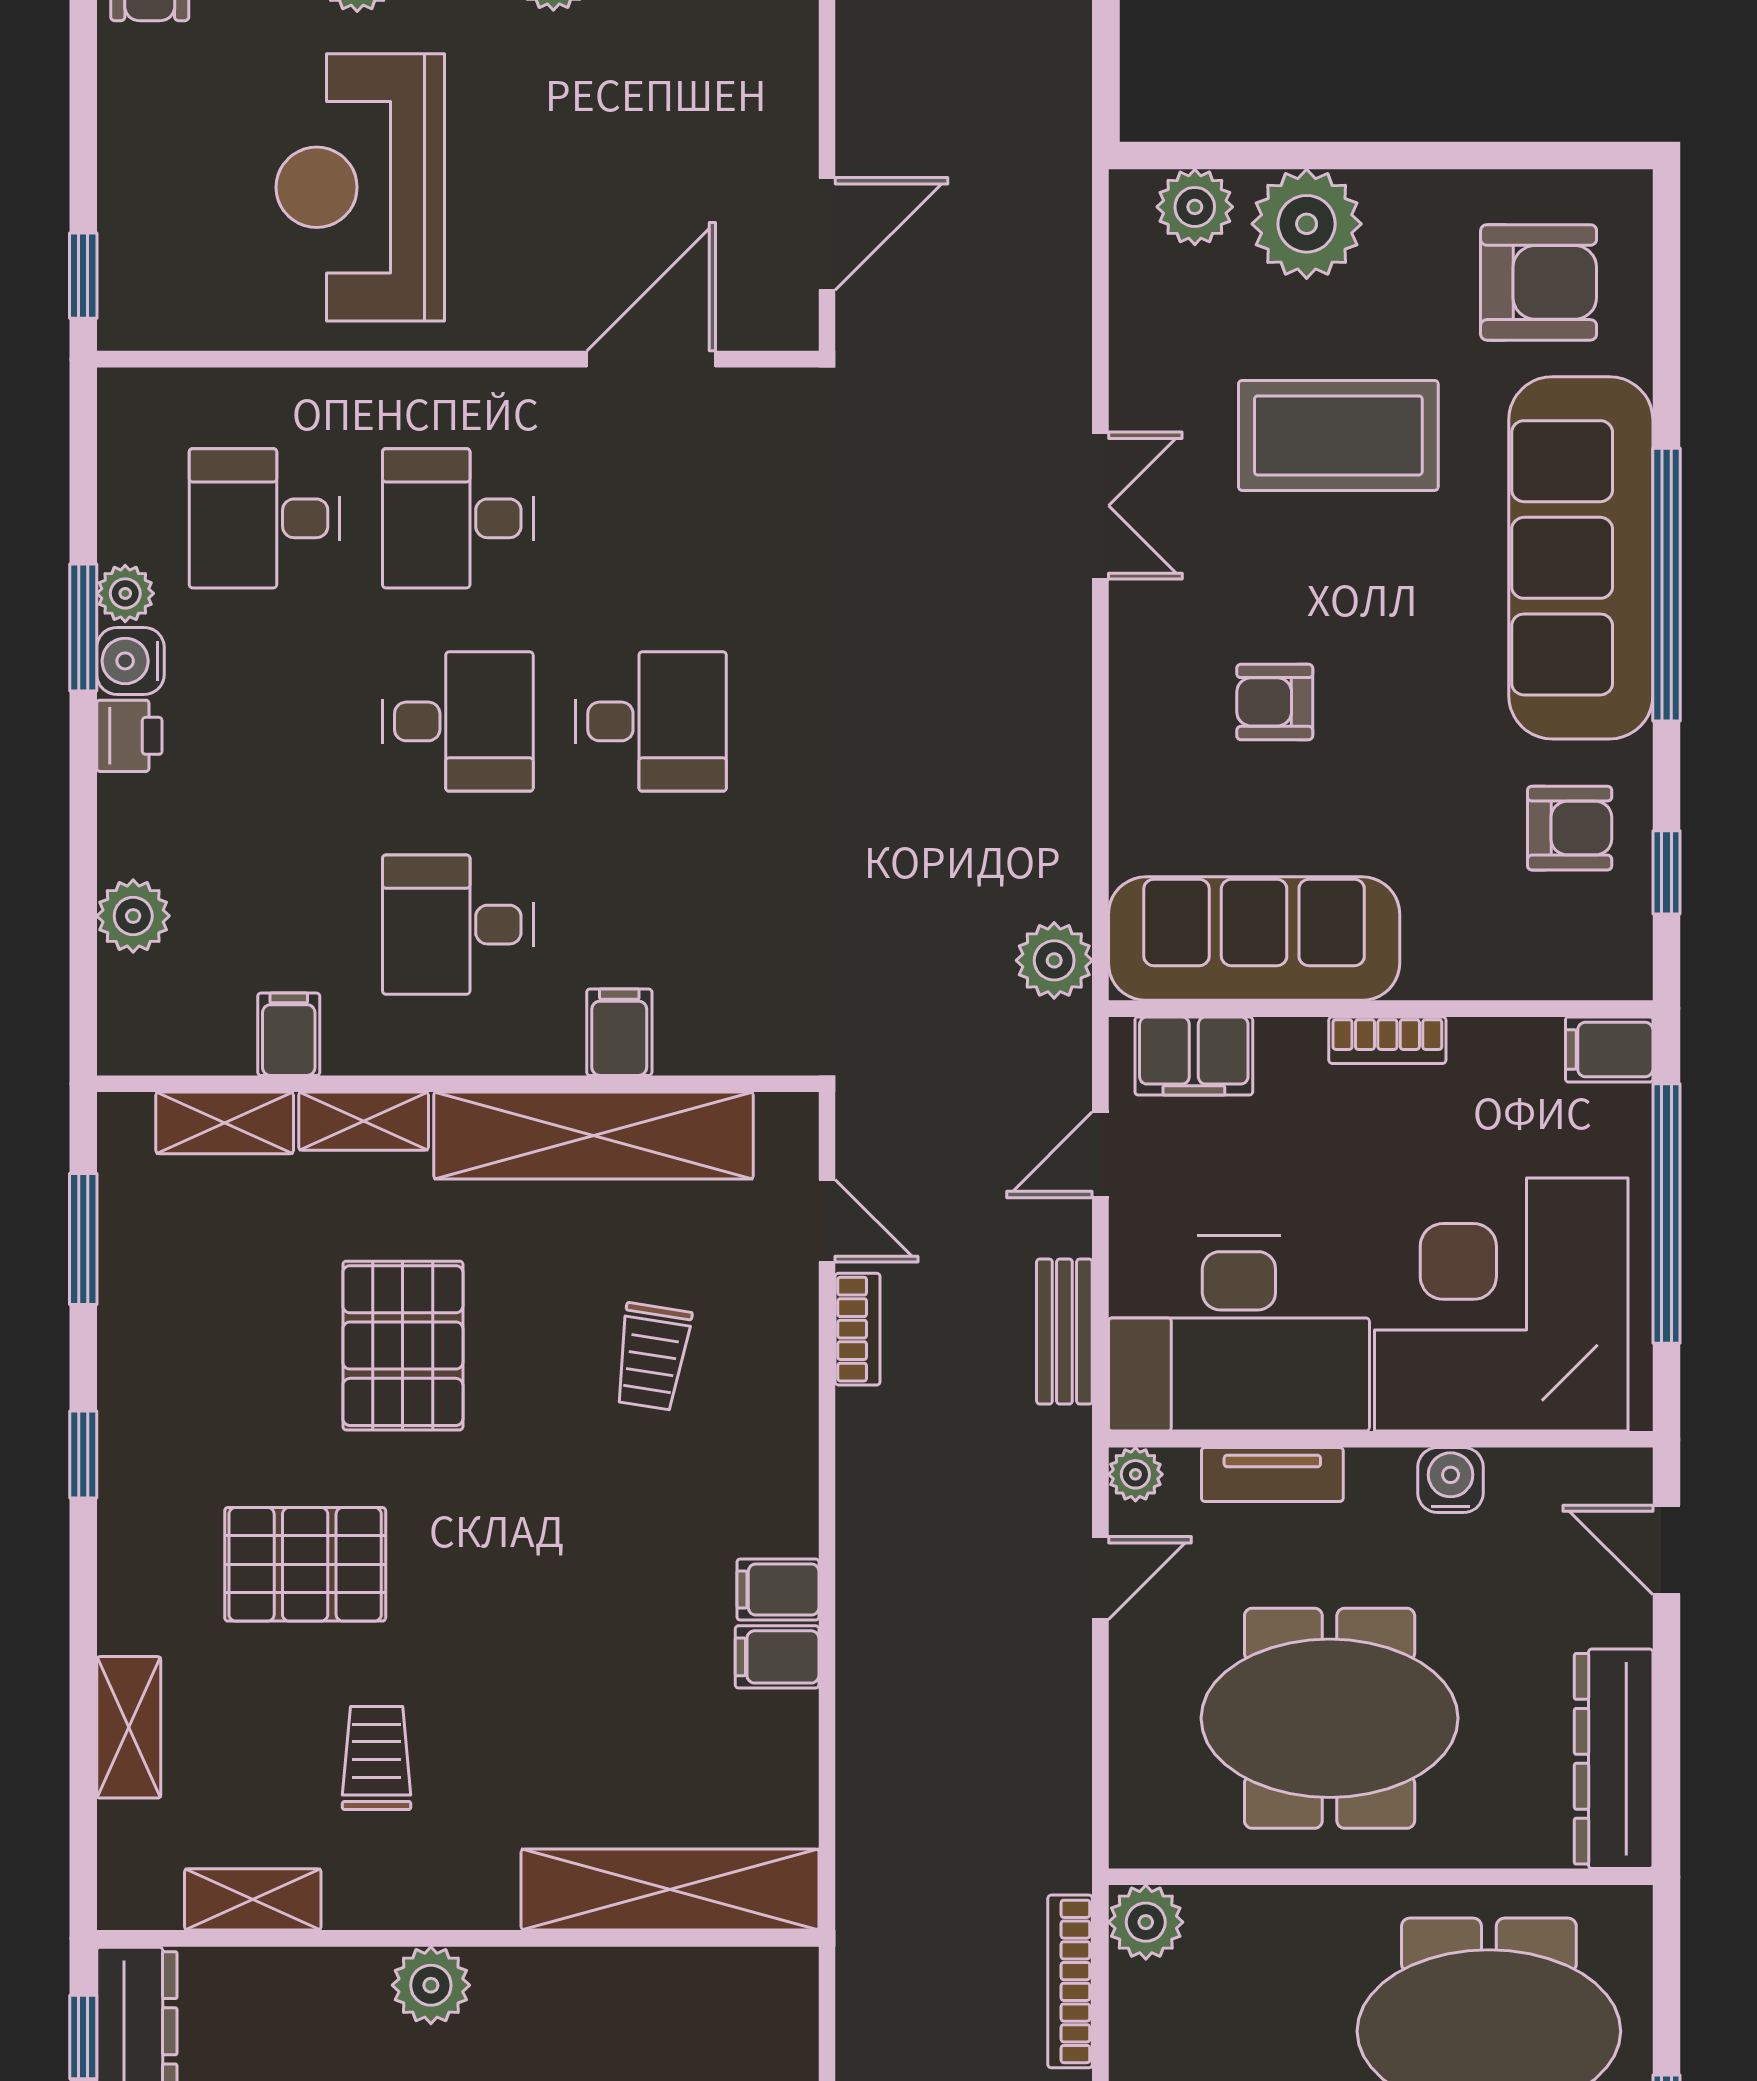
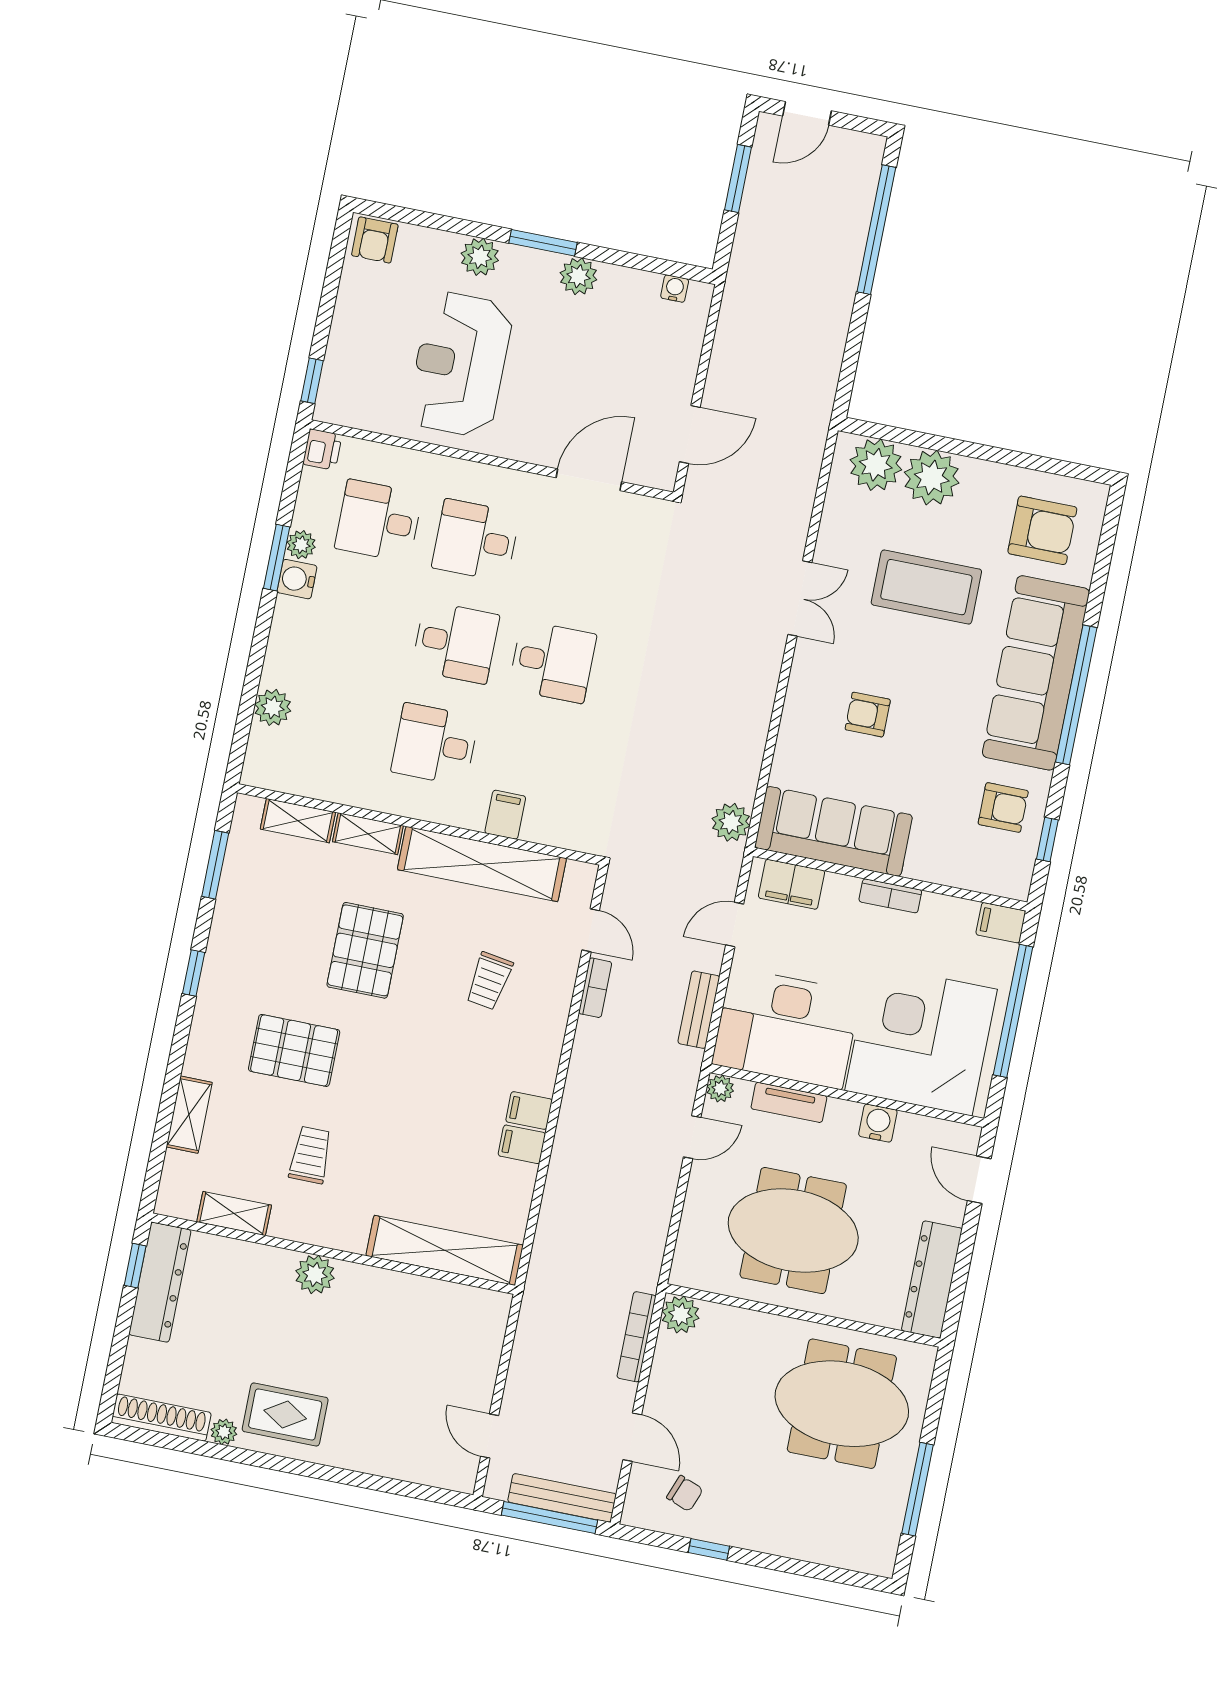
plant: (1195, 207) -> (876, 465), width x1.36, depth x1.36
printer: (129, 736) -> (322, 449), moved
filing cabinet: (289, 1034) -> (339, 783), removed

